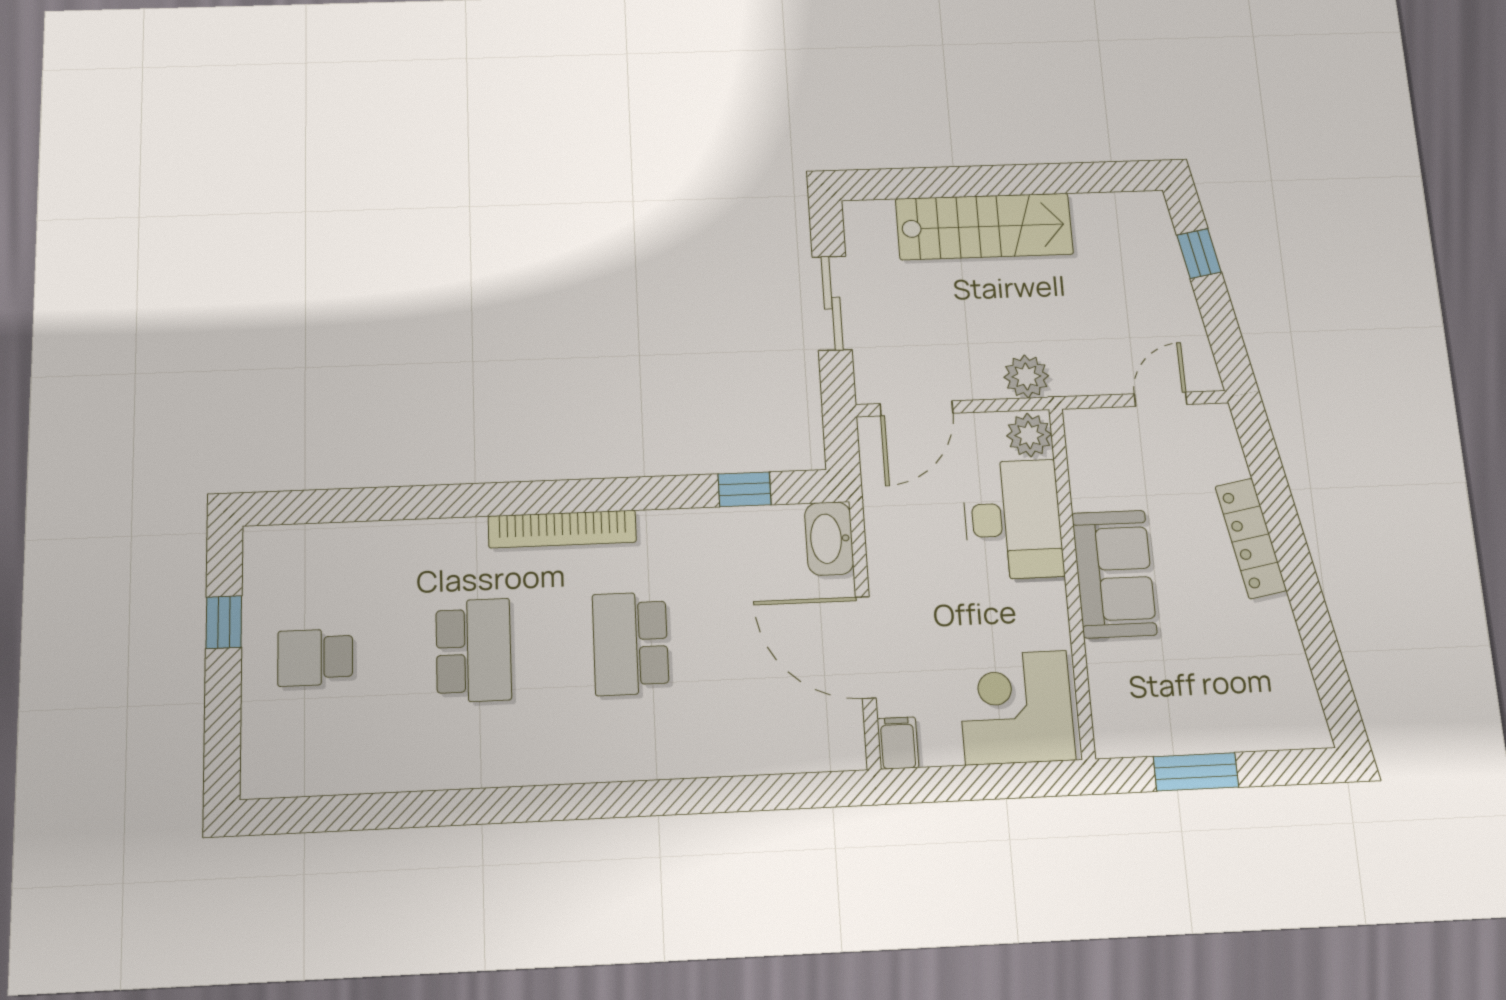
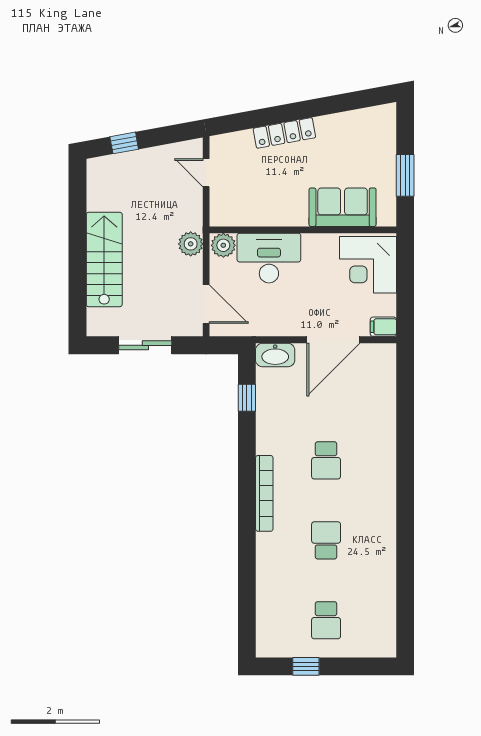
sofa: (1114, 574) -> (343, 207), moved
school desk: (631, 643) -> (326, 460), width x0.54
school desk: (474, 650) -> (326, 540), width x0.54

